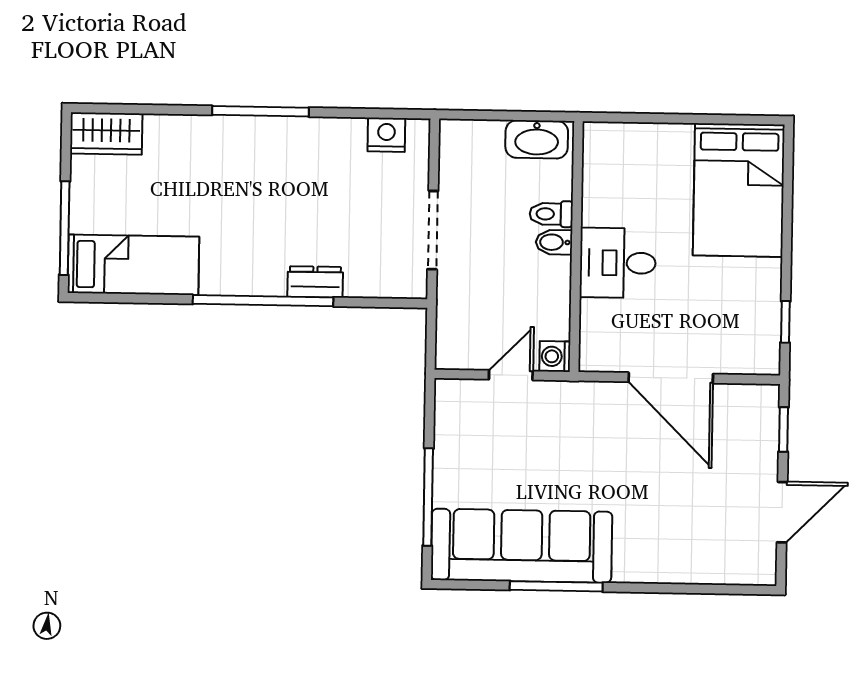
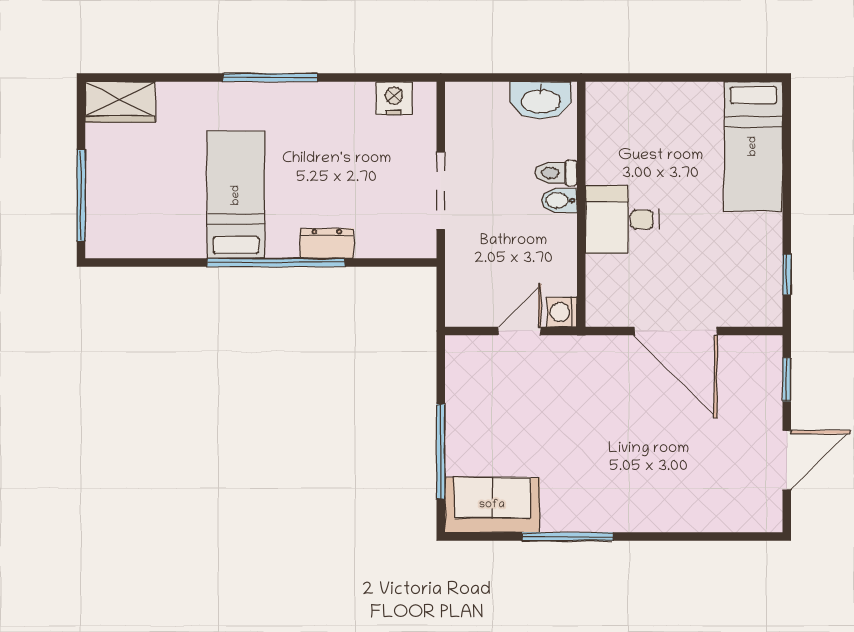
bed: (739, 190) -> (753, 146), width x0.67
bed: (133, 265) -> (236, 195), moved, turned -90
sofa: (522, 546) -> (492, 505), width x0.54, depth x0.79

